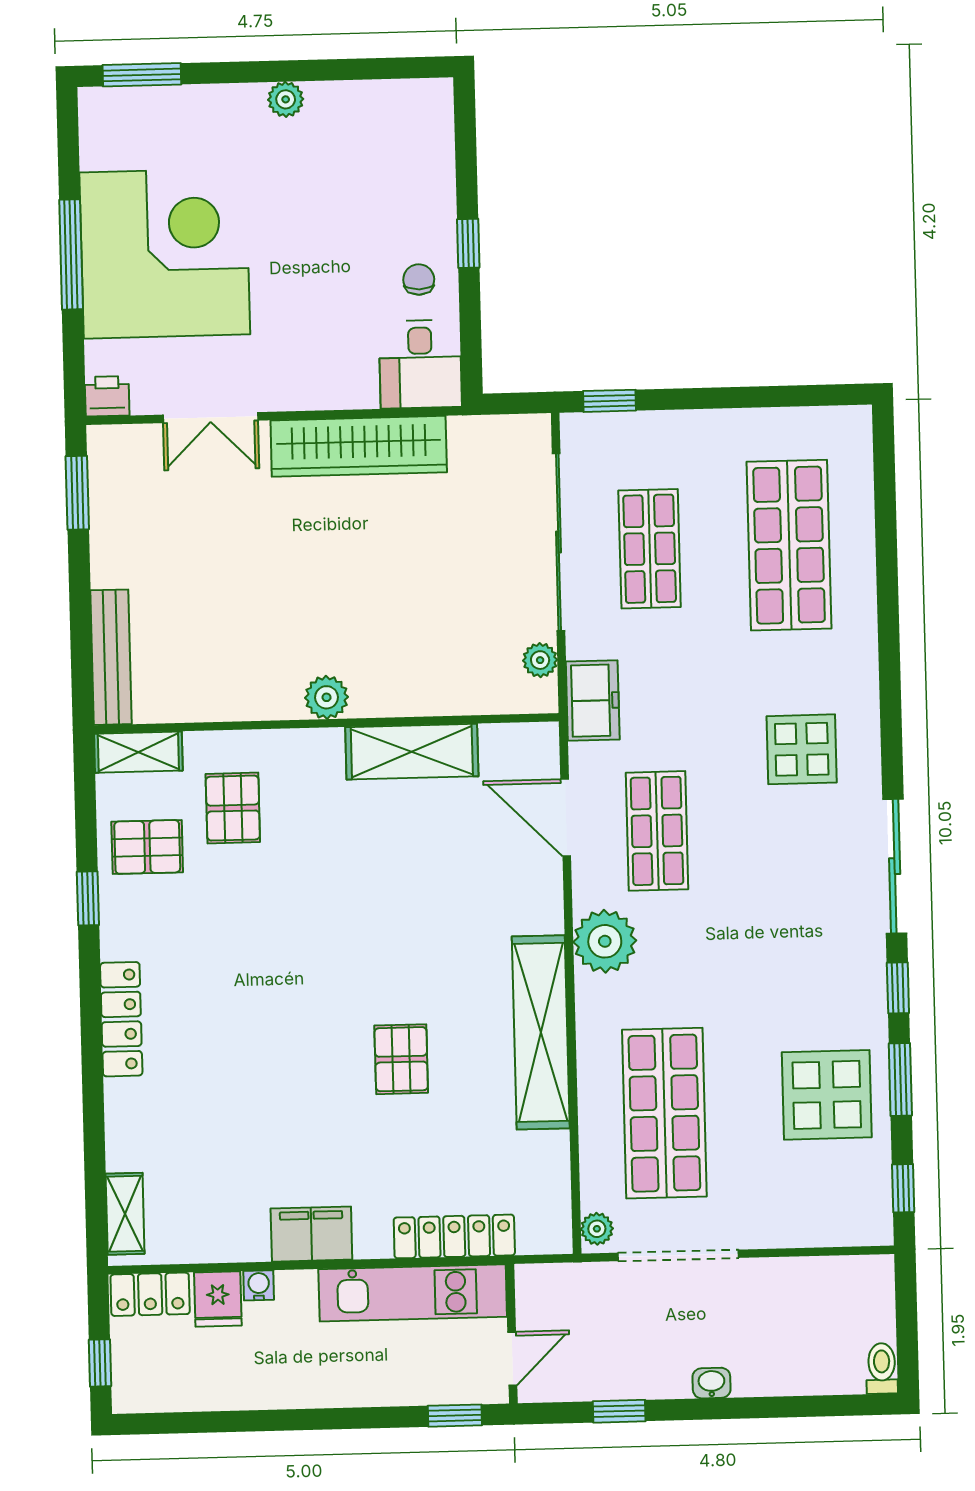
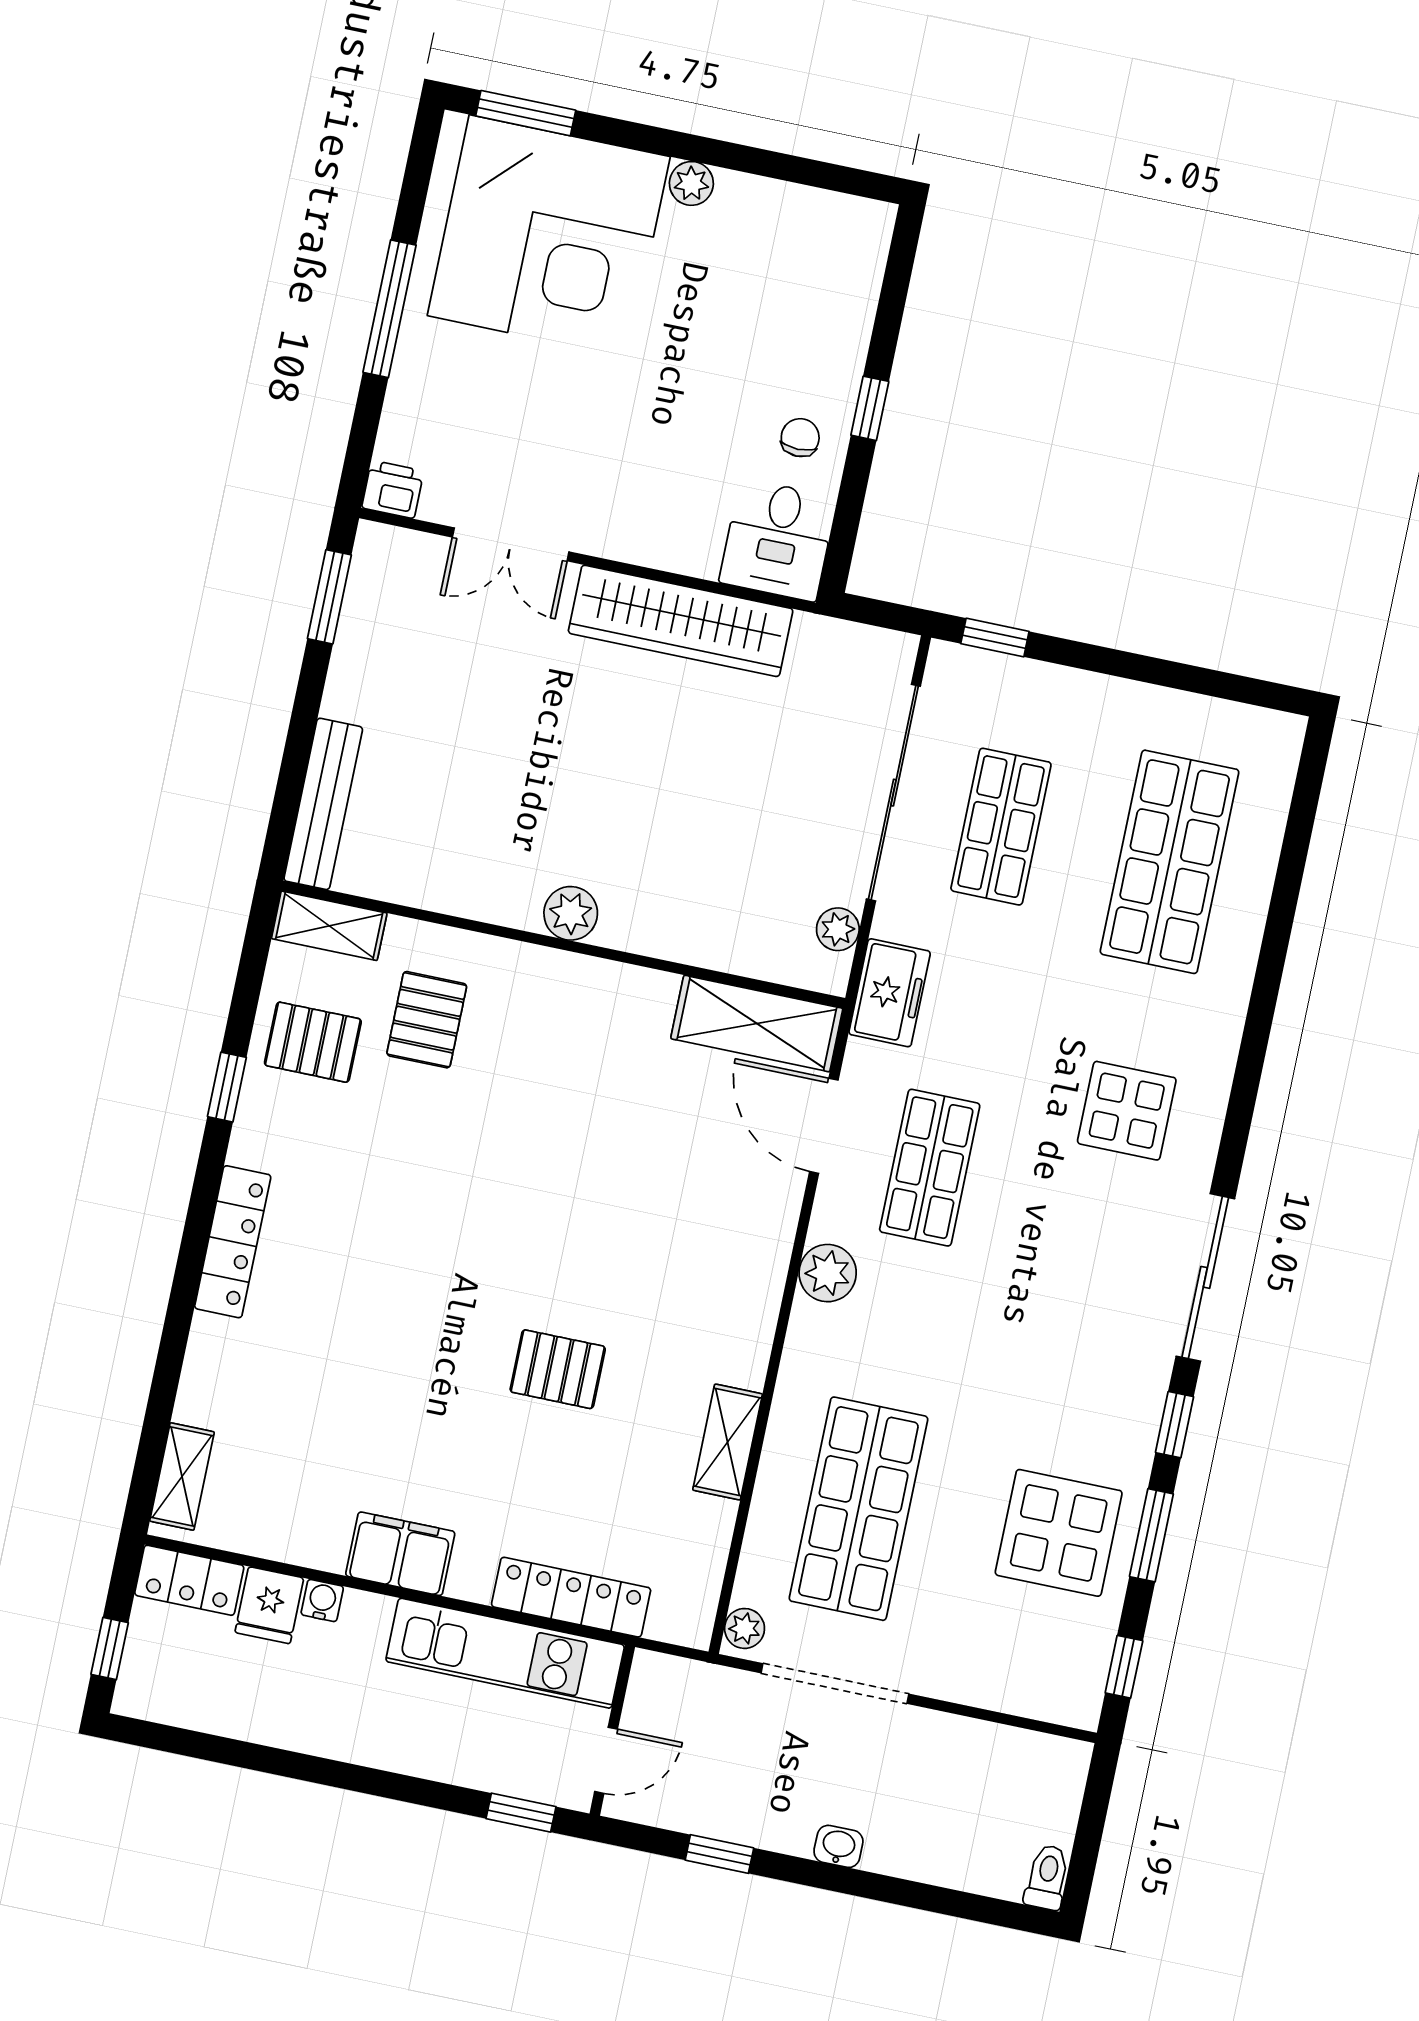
corner desk: (165, 253) -> (549, 236), moved, turned 90
shelving: (412, 752) -> (757, 1023), moved
plant: (605, 941) -> (828, 1273), width x0.73, depth x0.73
shelving: (541, 1032) -> (728, 1442), width x0.45, depth x0.75
pallet: (401, 1059) -> (558, 1369), turned 90

